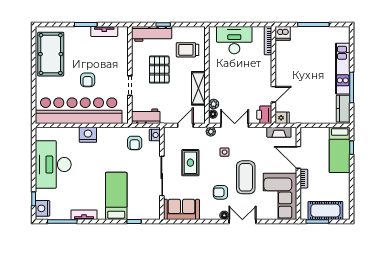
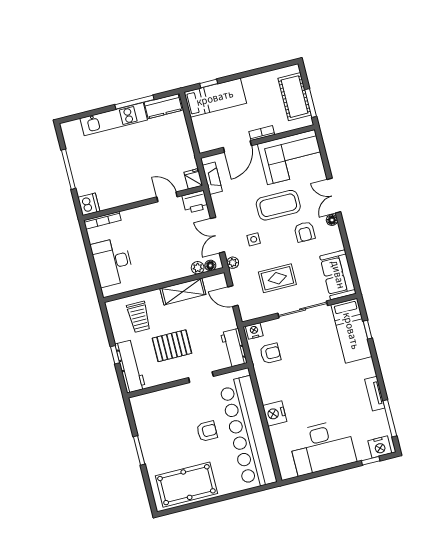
tv unit: (104, 31) -> (142, 426), removed
bed: (116, 196) -> (351, 331), moved, turned -90

